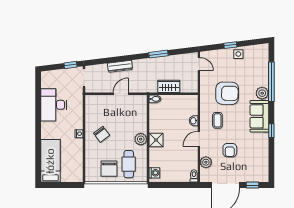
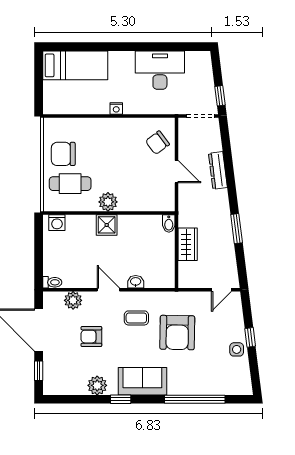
plant: (262, 93) -> (97, 385), moved
chair: (102, 134) -> (157, 143), moved

